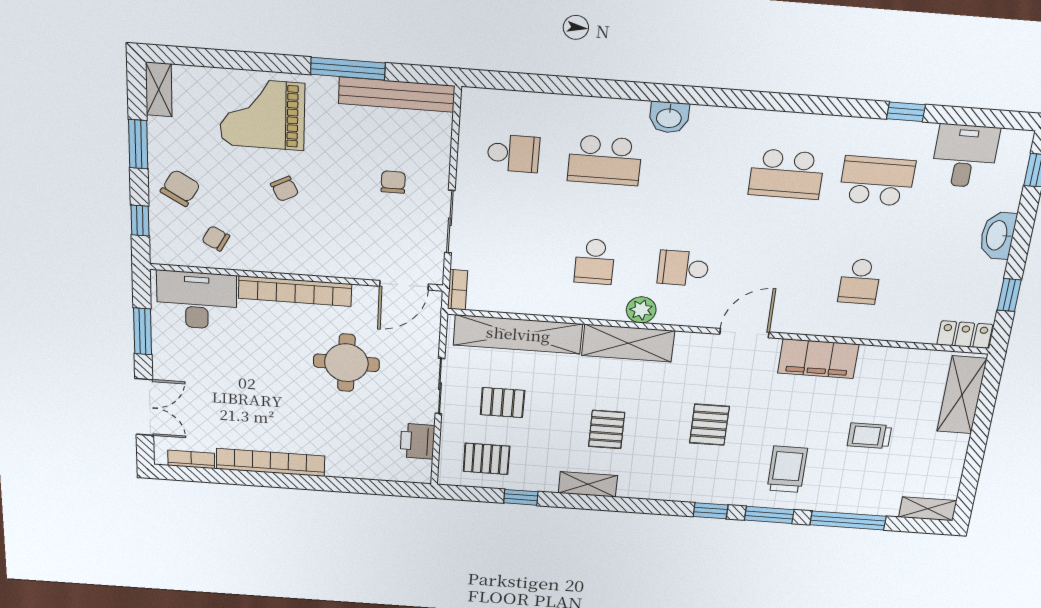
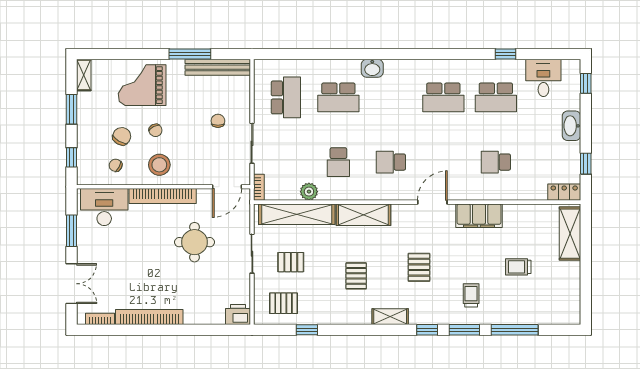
school desk: (513, 153) -> (286, 97), width x1.85
school desk: (877, 181) -> (496, 97), turned 180
chair: (180, 188) -> (122, 136), moved
stool: (290, 243) -> (159, 165), added
school desk: (860, 281) -> (496, 162), turned 90
plant: (641, 310) -> (309, 192), moved
printer: (417, 441) -> (238, 315), moved, turned 90
trolley: (787, 469) -> (471, 295), width x0.73, depth x0.72
shelving: (588, 484) -> (390, 317), moved
shelving: (928, 509) -> (563, 317), removed

